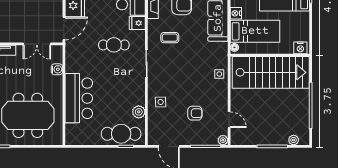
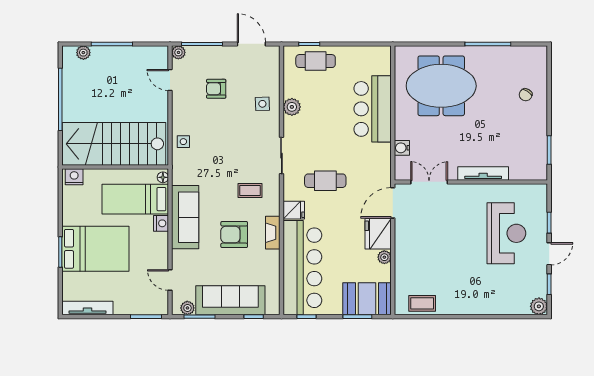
plant: (139, 112) -> (292, 107), moved
cafe table: (121, 134) -> (316, 61), width x0.73, depth x0.74

